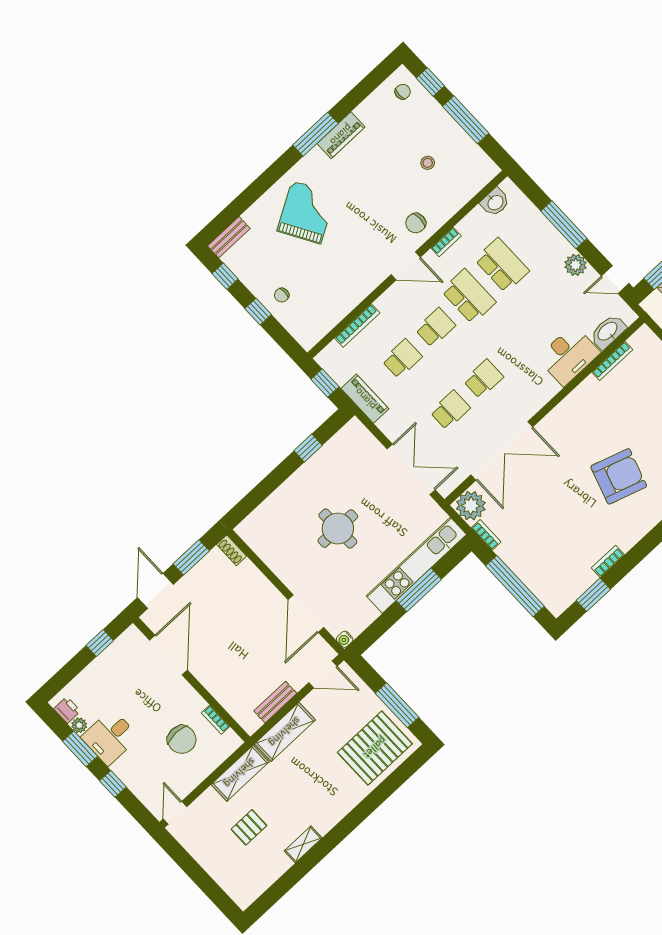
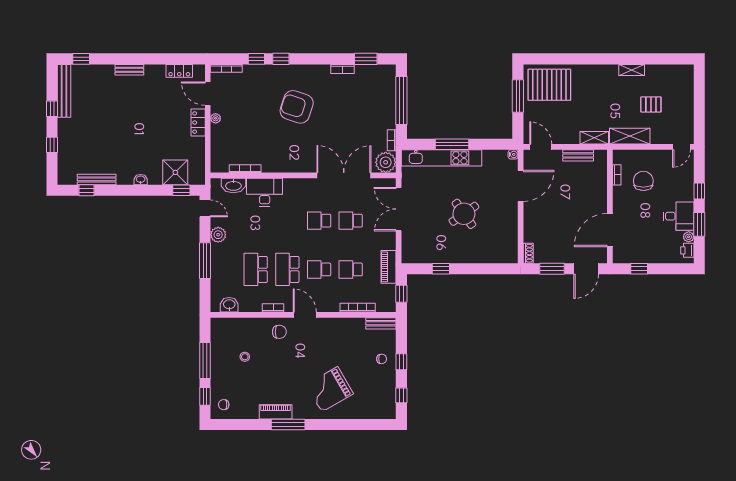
bench: (229, 237) -> (381, 323), moved
round table: (338, 529) -> (464, 214), turned -35
shelving: (285, 732) -> (594, 138), width x0.67, depth x0.75

